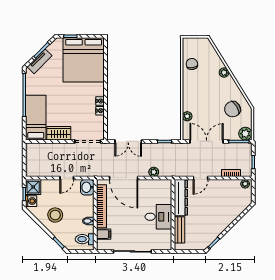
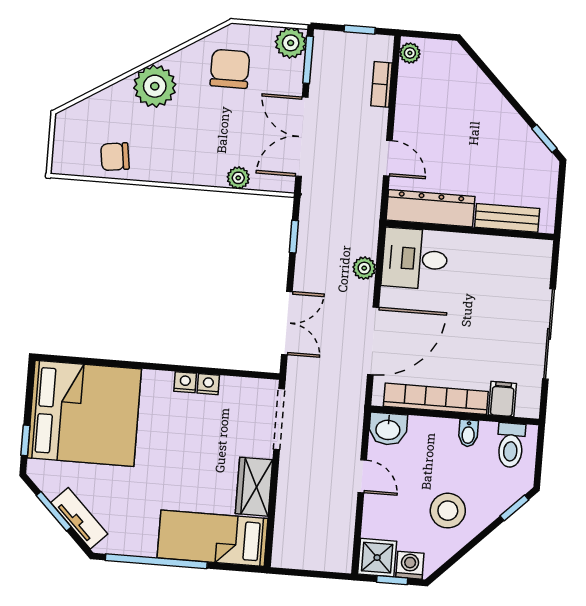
plant: (224, 73) -> (155, 86), width x1.88, depth x1.88
chair: (233, 109) -> (230, 69), turned -149
desk: (158, 217) -> (415, 259), moved, turned -90

